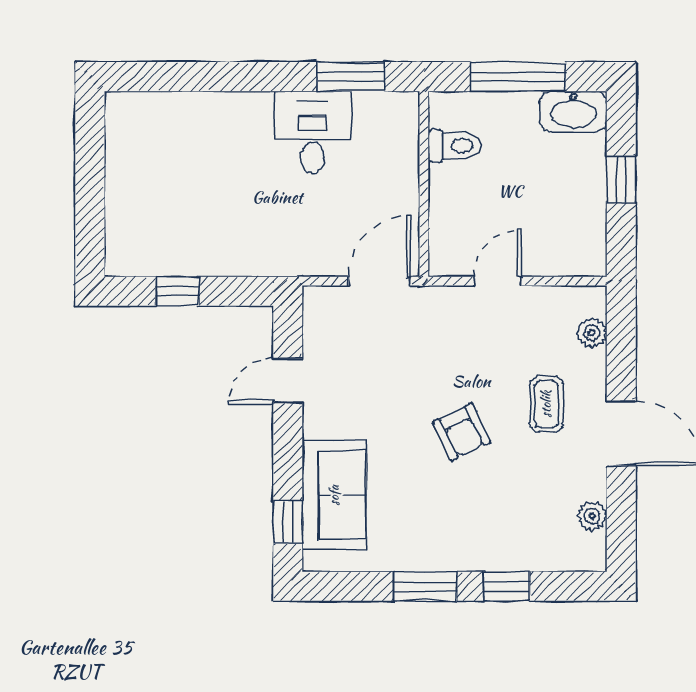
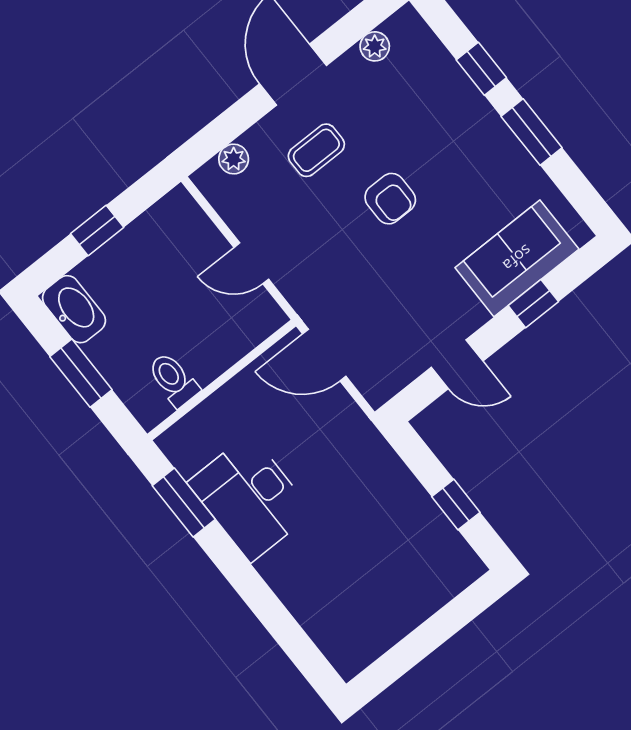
window: (518, 77) -> (81, 373), width x0.69
desk: (312, 132) -> (250, 498), width x1.37
armchair: (461, 432) -> (390, 199), turned 116
window: (288, 522) -> (533, 304), moved

